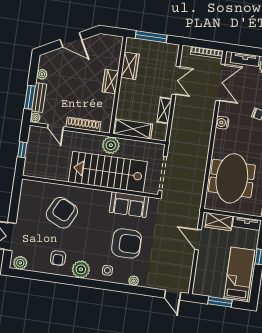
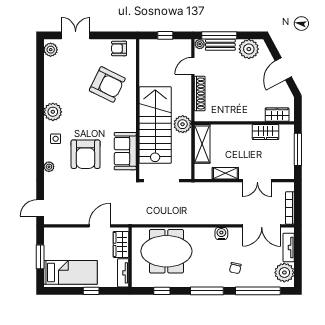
plant: (42, 74) -> (249, 49), width x1.87, depth x1.87
wardrobe: (110, 81) -> (277, 115), moved
window: (30, 97) -> (219, 35), width x1.44
armchair: (58, 258) -> (119, 48), moved

